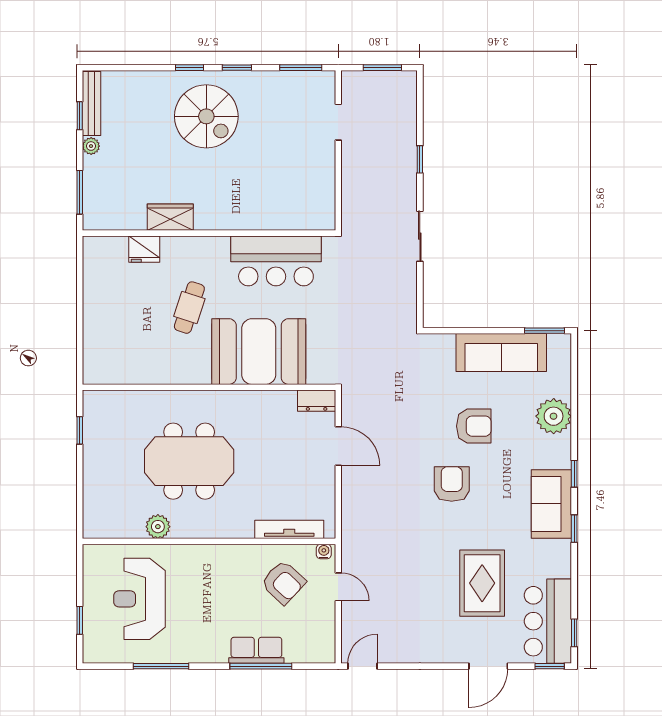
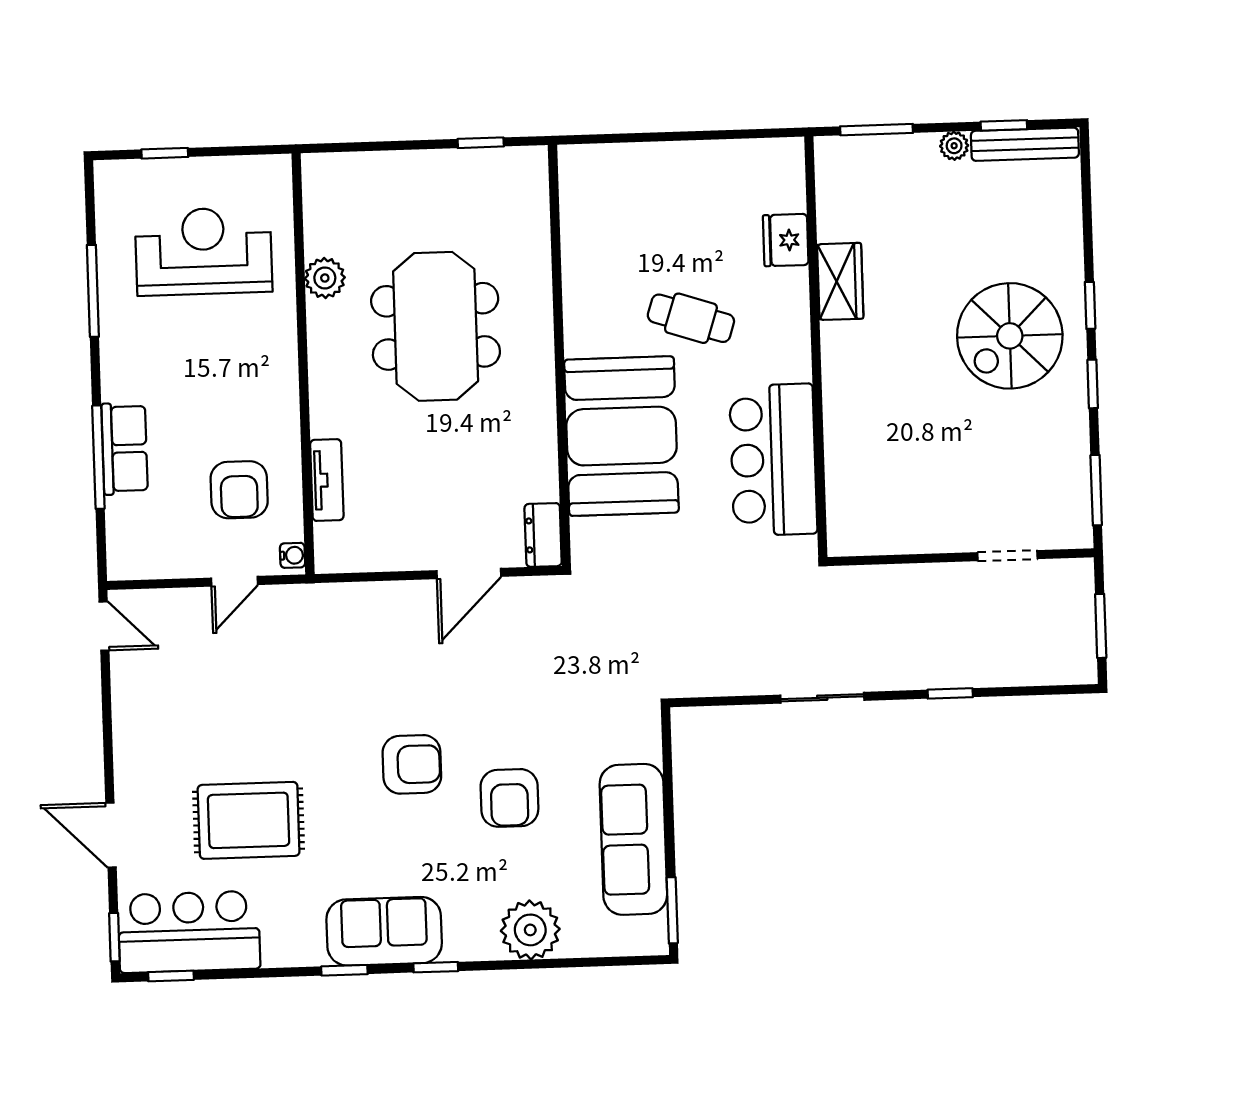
tv unit: (289, 529) -> (327, 480), width x0.71
armchair: (283, 582) -> (239, 490), turned -43

